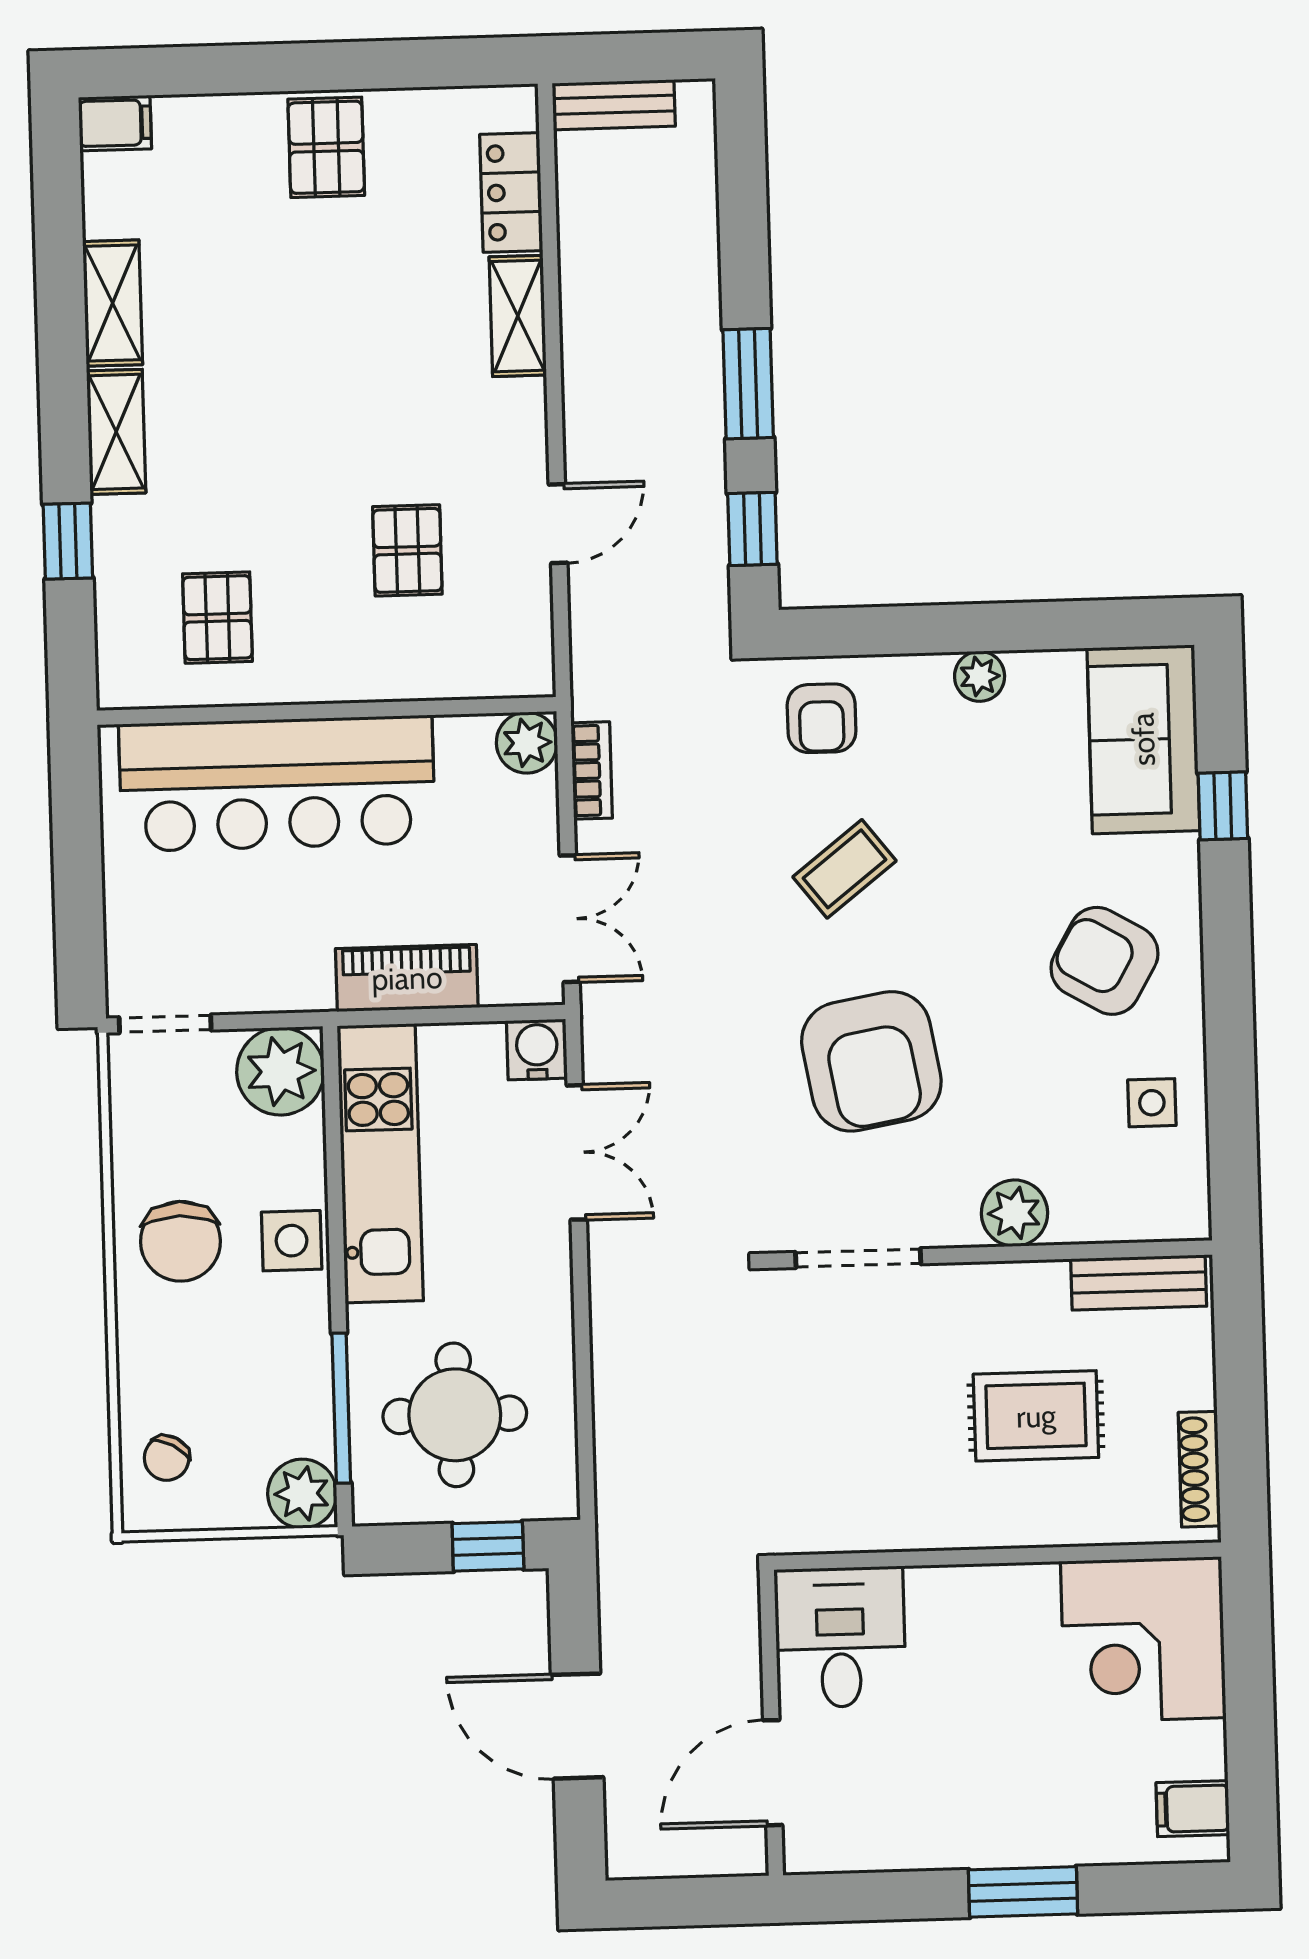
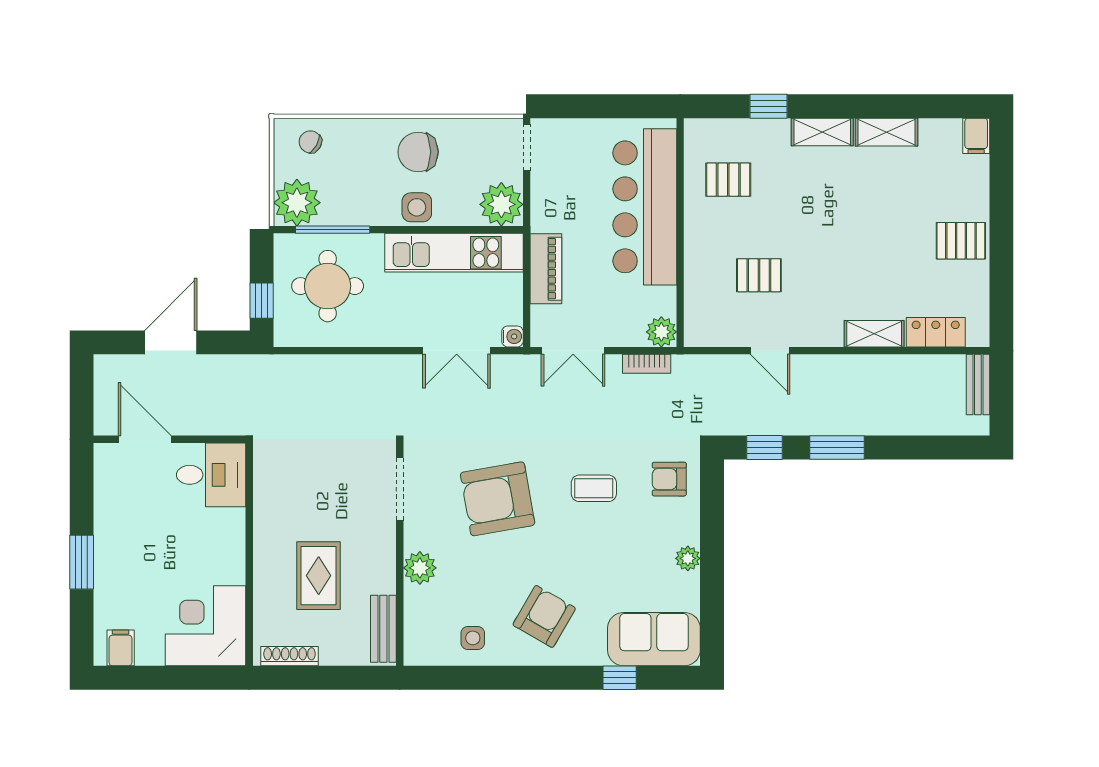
coffee table: (845, 869) -> (594, 488), turned -52
water cooler: (537, 1050) -> (512, 336), width x0.72, depth x0.72
plant: (302, 1494) -> (297, 203), width x1.36, depth x1.36

